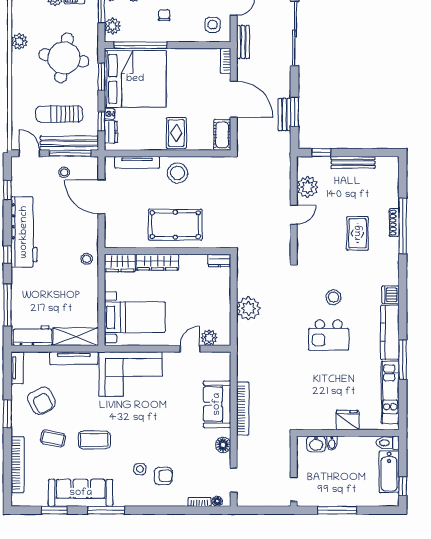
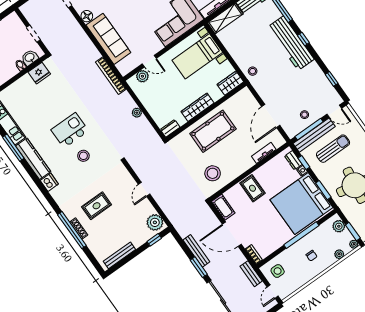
window: (140, 45) -> (301, 235), moved
window: (294, 112) -> (199, 267), moved
bench: (285, 115) -> (196, 251), width x1.36
tv unit: (137, 162) -> (264, 153), width x0.71
bench: (353, 162) -> (119, 255), moved
stool: (178, 173) -> (213, 173), moved
plant: (307, 187) -> (155, 222), moved
door: (101, 197) -> (271, 116), swing flipped
workbench: (24, 232) -> (291, 43), moved
rug: (358, 233) -> (97, 206), turned 90
wardrobe: (157, 262) -> (198, 107), moved
plant: (248, 308) -> (137, 113), width x0.53, depth x0.53
door: (190, 349) -> (149, 61), hinge flipped
sofa: (217, 404) -> (108, 39), width x1.36
bookcase: (243, 409) -> (111, 76), moved
fridge: (348, 420) -> (39, 73), moved
doorway: (294, 489) -> (33, 34), moved

